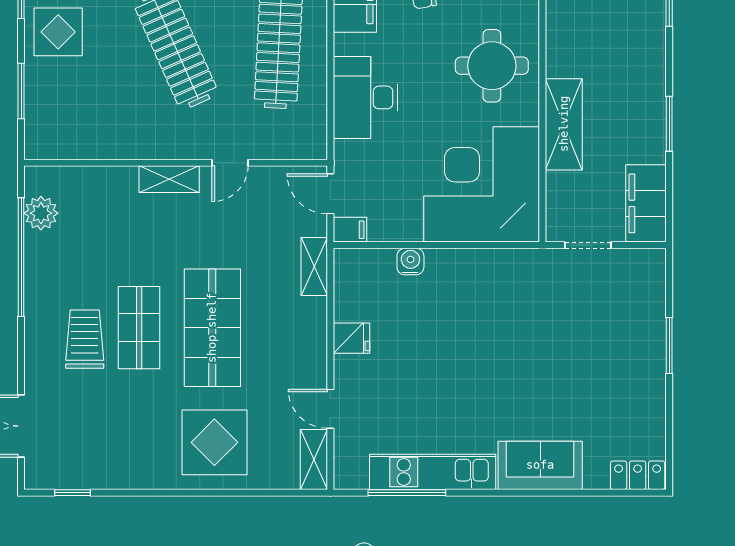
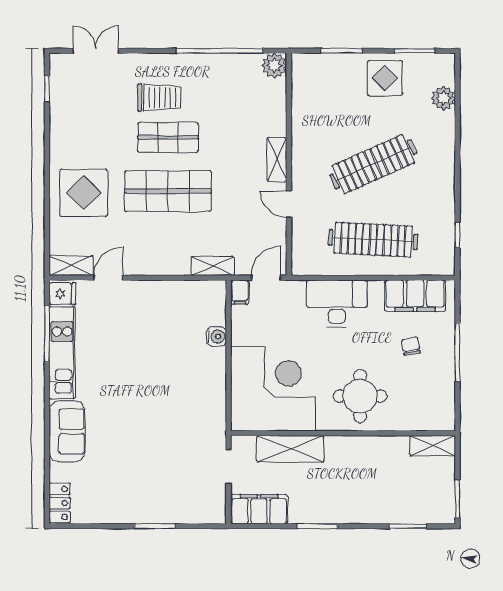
shelving: (564, 124) -> (290, 449), moved
plant: (41, 213) -> (274, 65), moved
fridge: (351, 338) -> (62, 294), moved, turned -90

